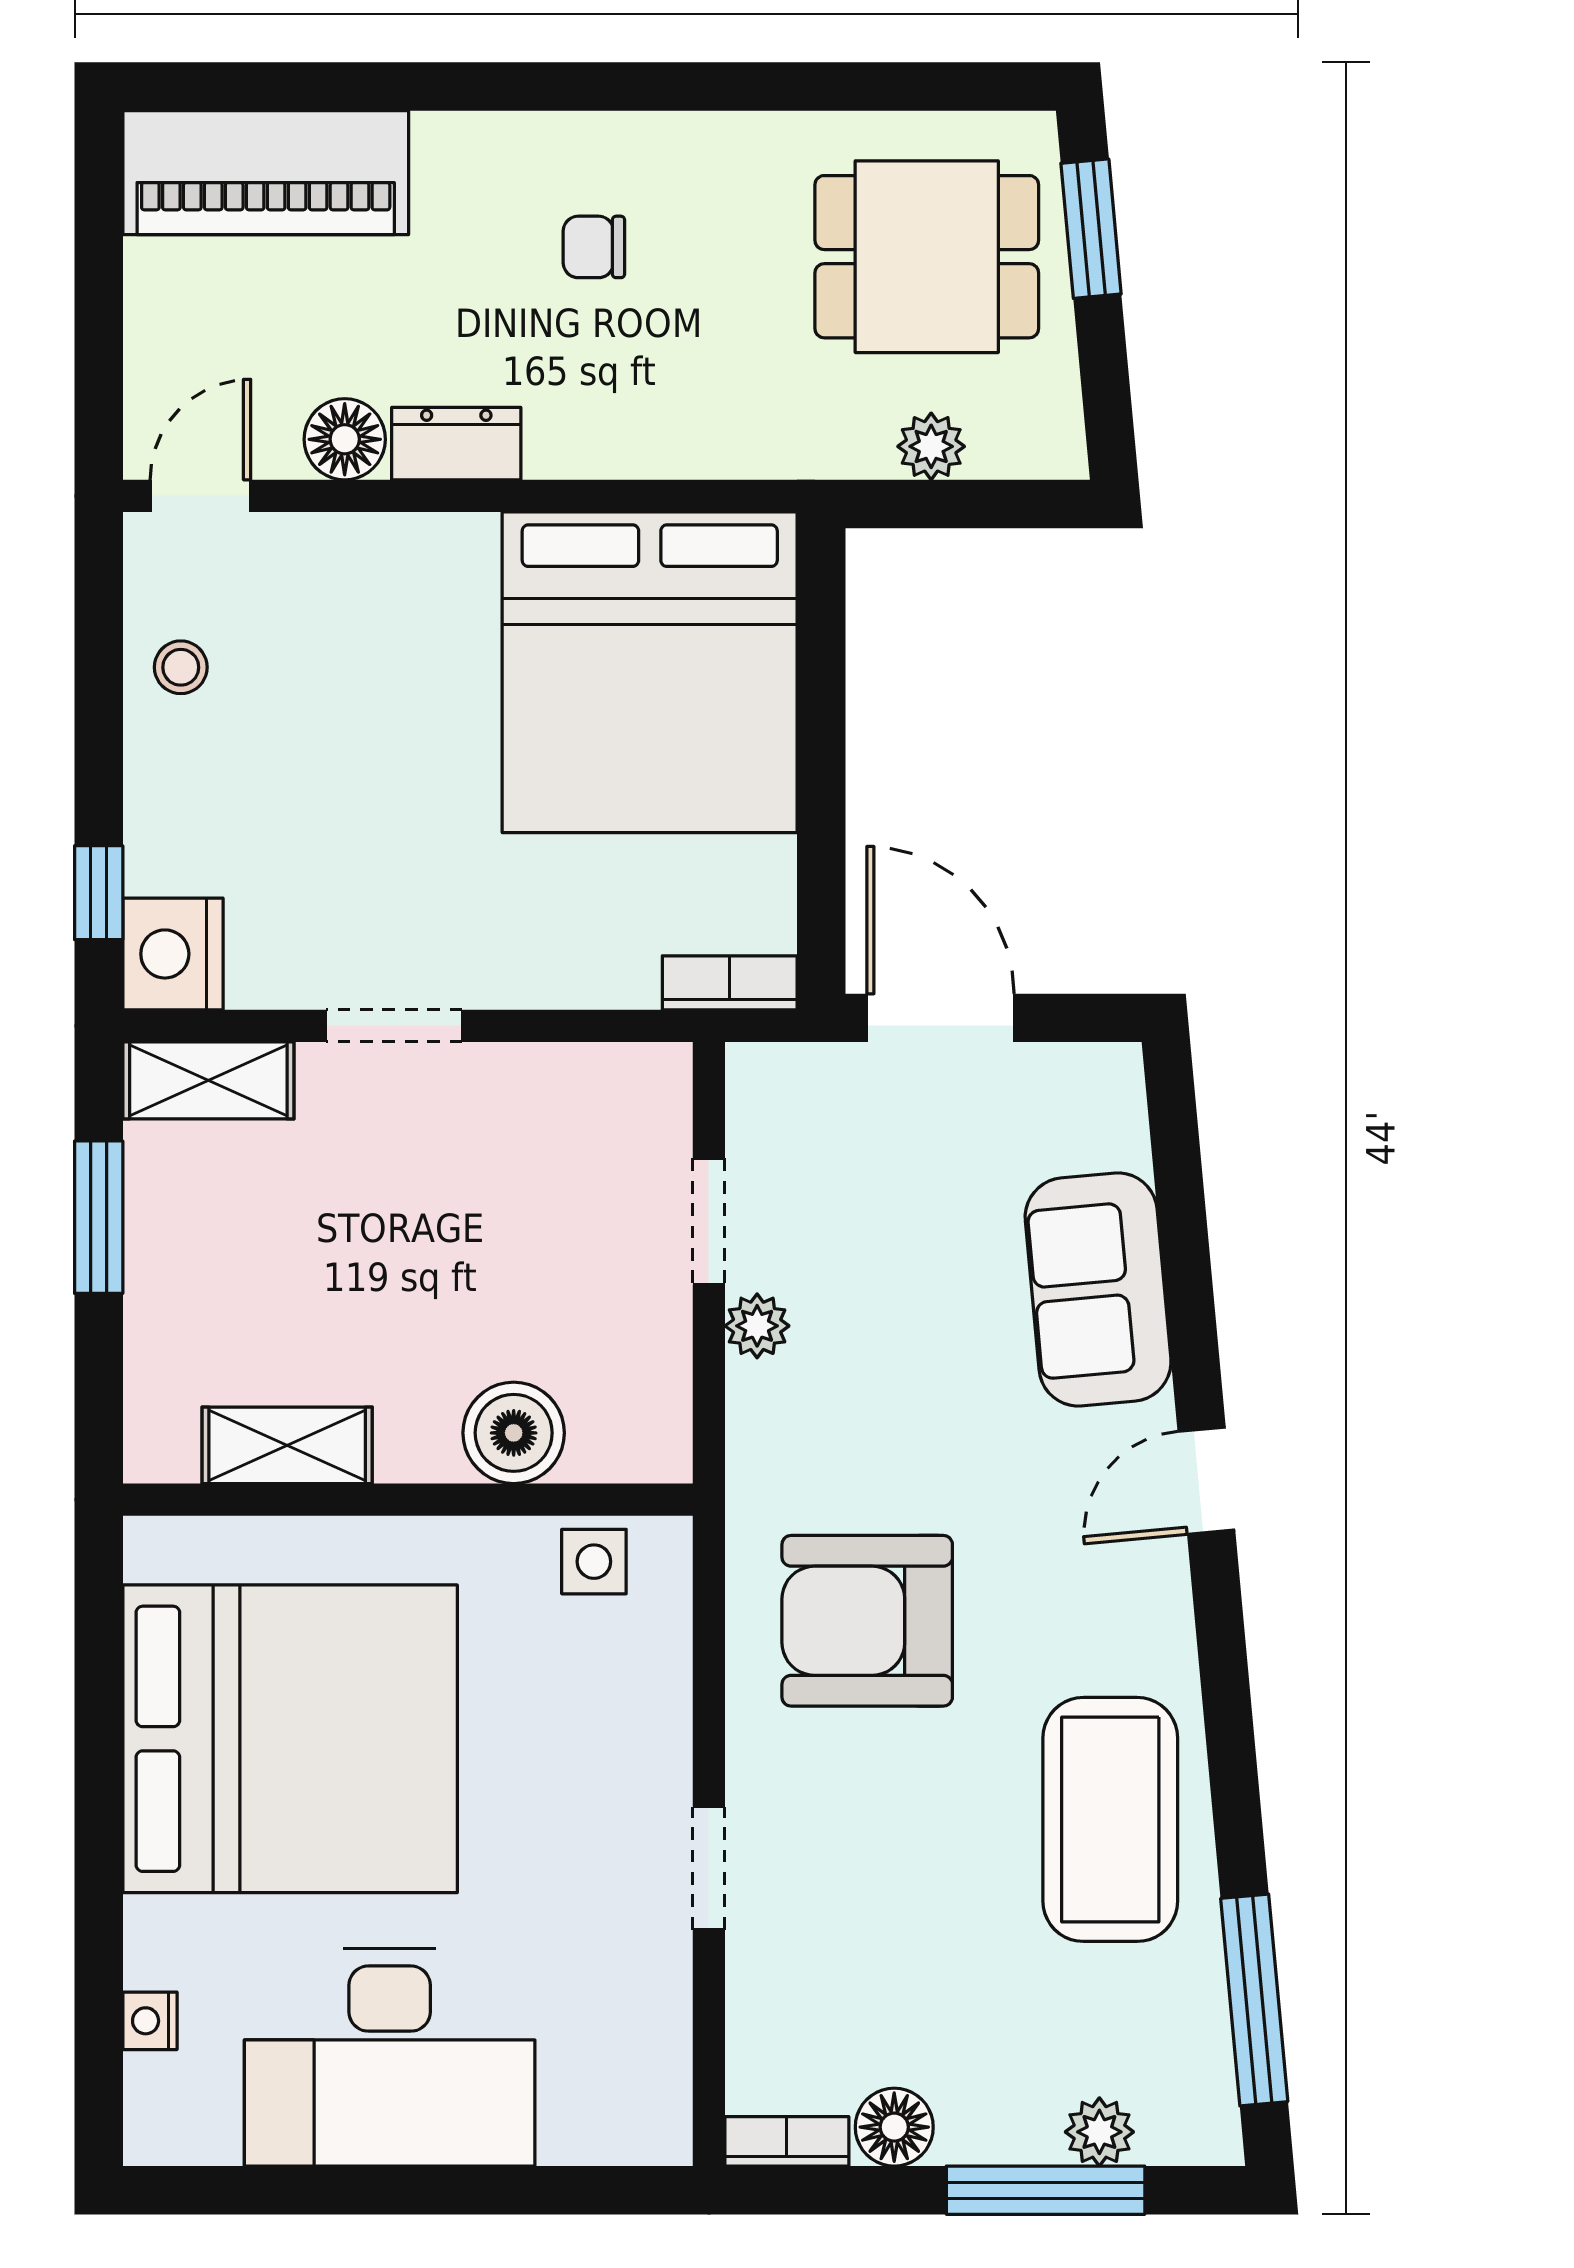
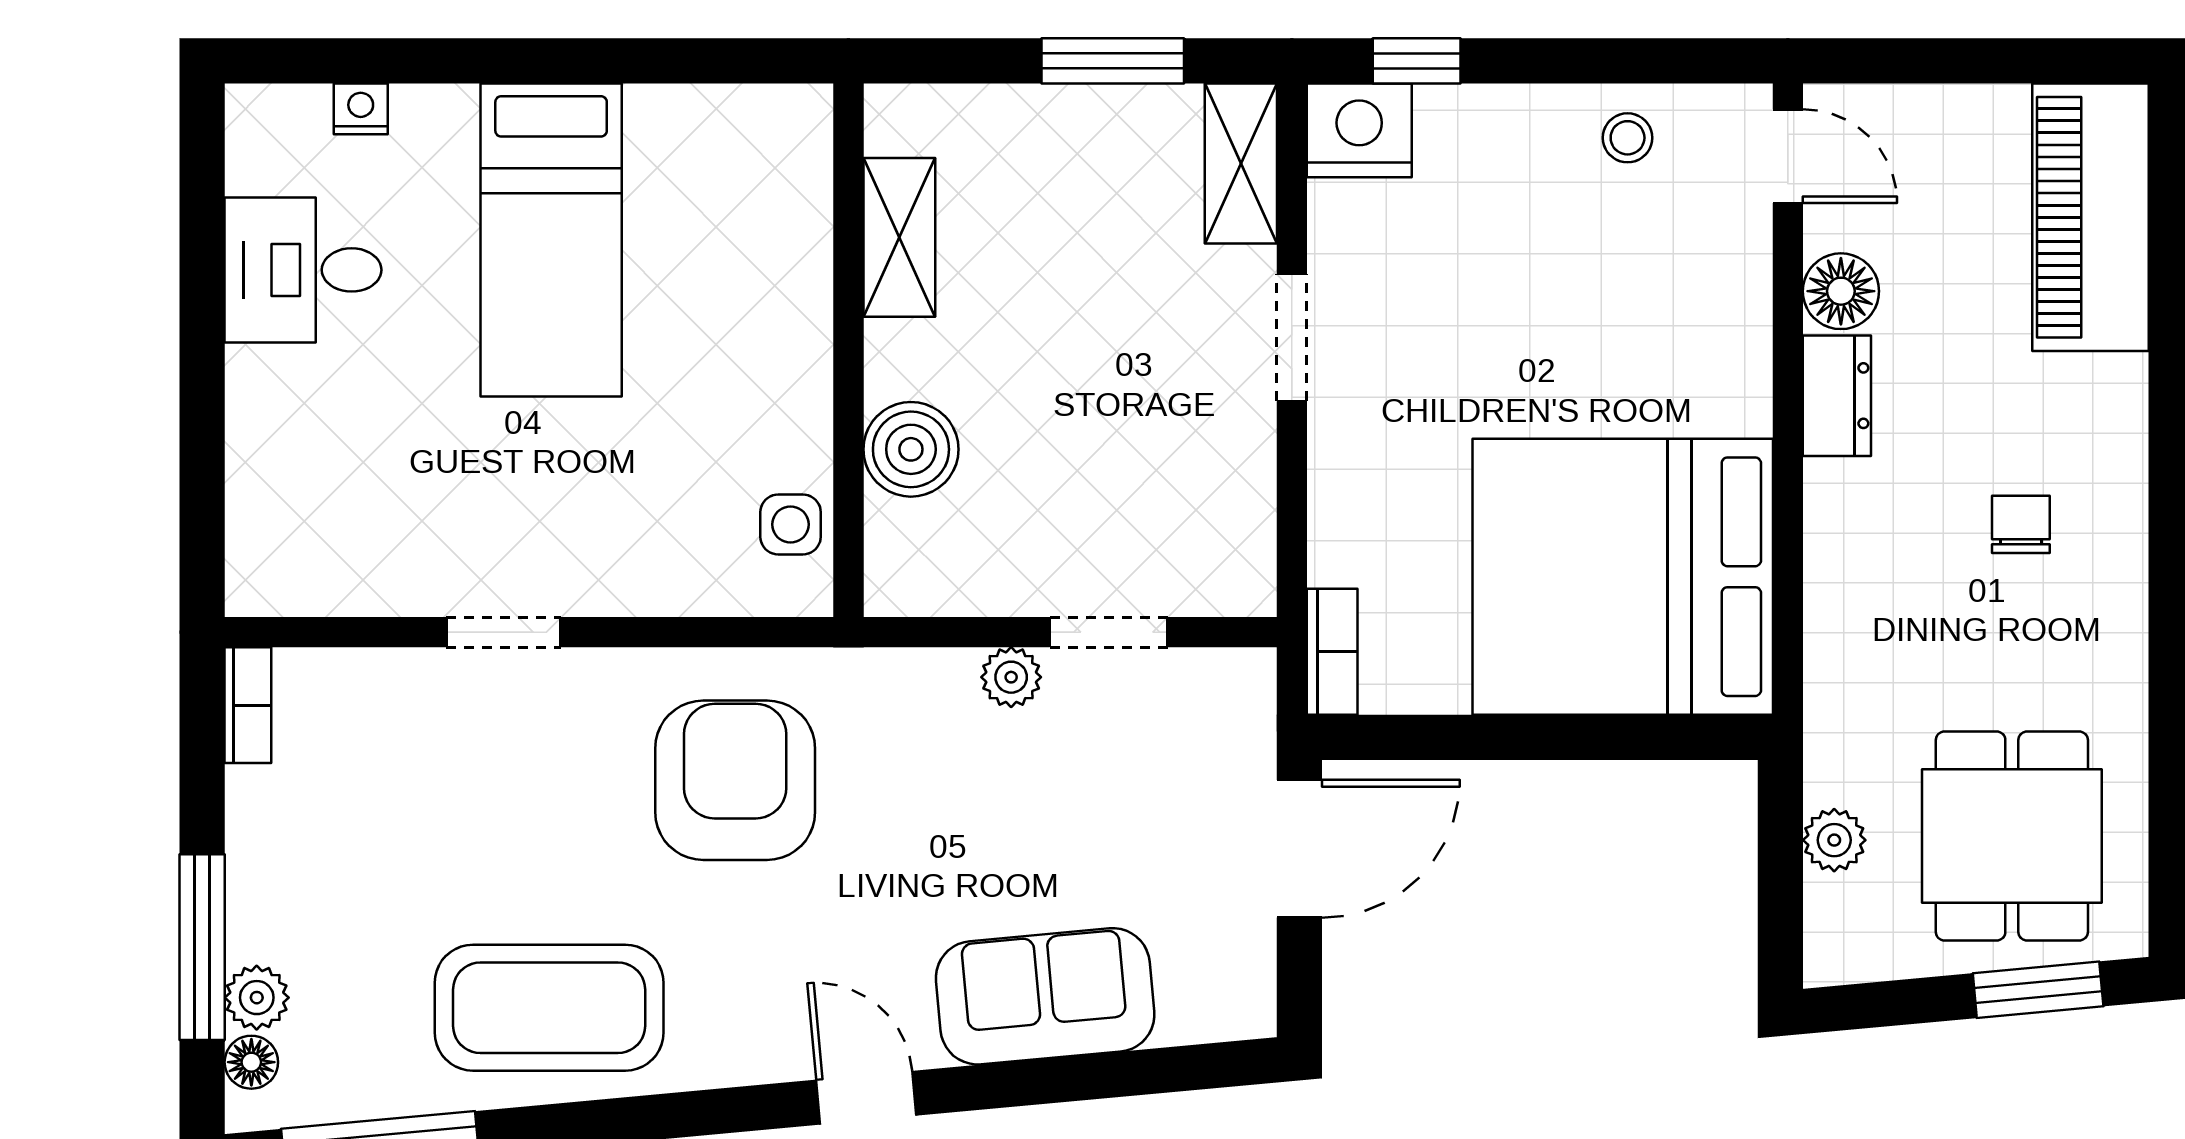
bed: (290, 1739) -> (551, 240), width x0.49
desk: (390, 2057) -> (303, 270), width x0.53, depth x0.77
floor lamp: (894, 2127) -> (251, 1062), moved, width x0.73, depth x0.73

